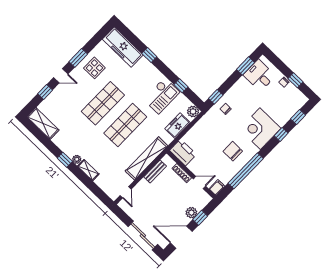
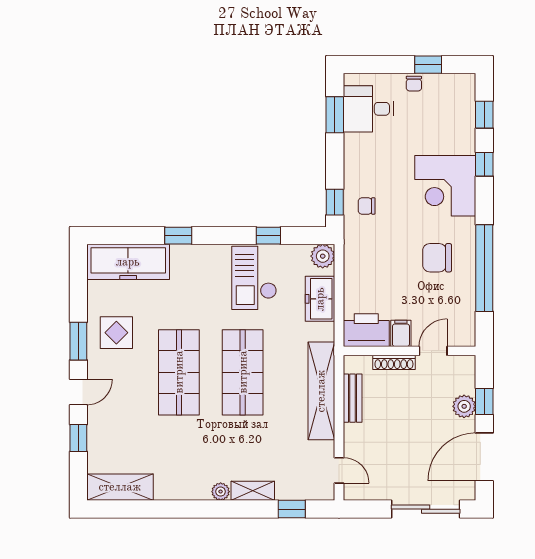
checkout: (162, 96) -> (254, 278), turned 180
window: (65, 160) -> (292, 509), moved
filing cabinet: (217, 187) -> (401, 333), moved

